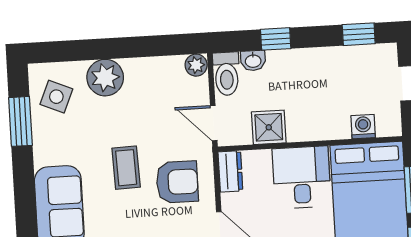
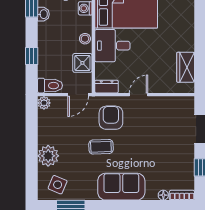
washbasin: (253, 61) -> (43, 14), moved
stool: (311, 129) -> (85, 39), added

